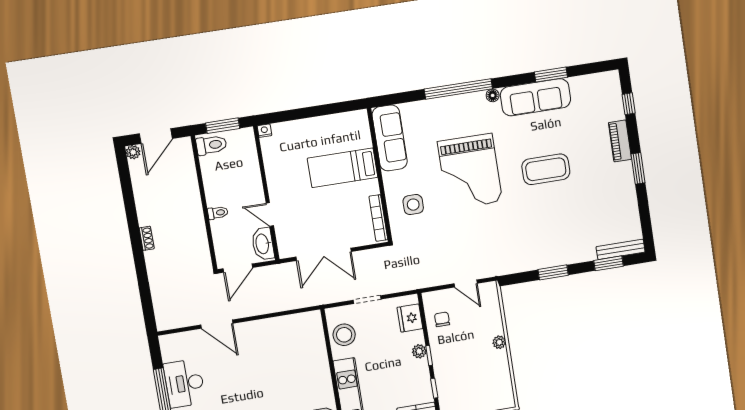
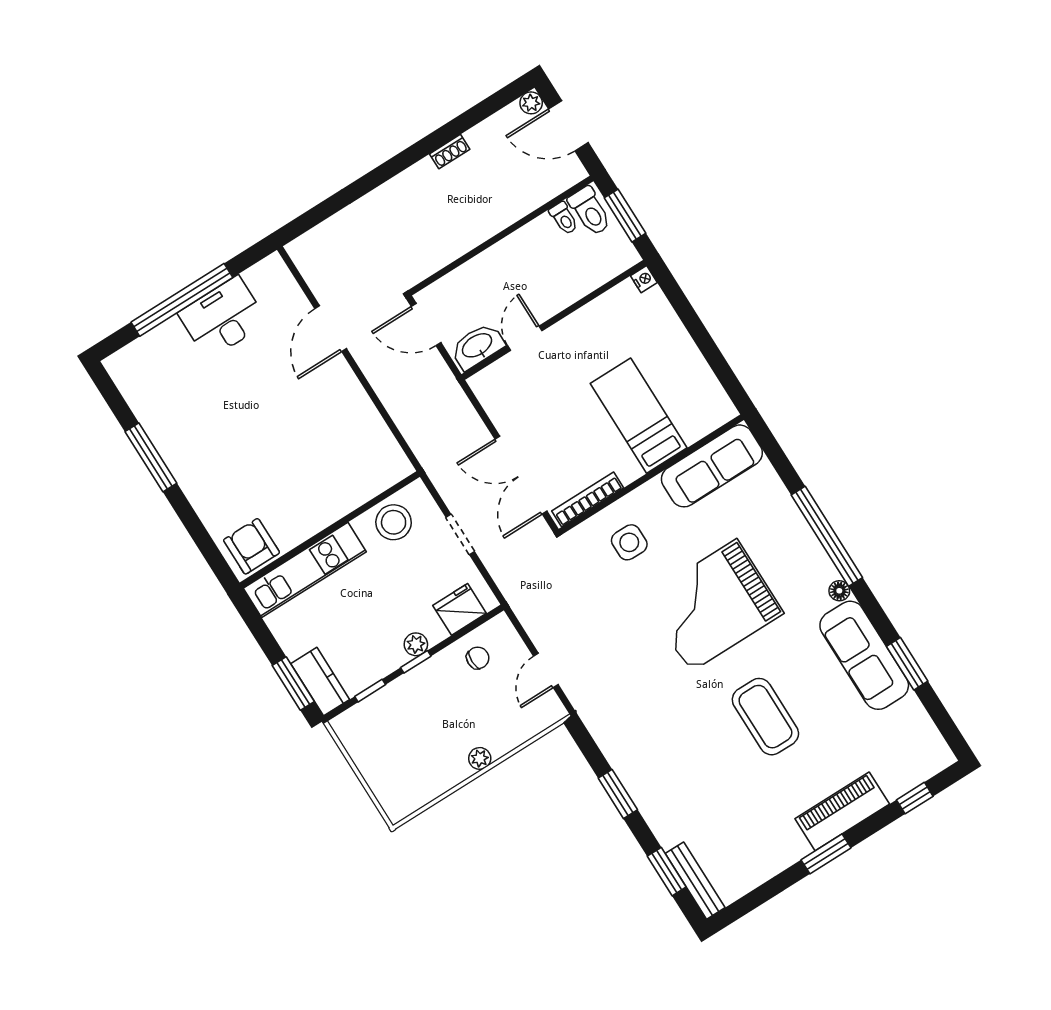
piano: (620, 141) -> (842, 811), width x1.37, depth x1.33
toilet: (218, 213) -> (564, 218), moved
shoe rack: (147, 238) -> (450, 152), moved
double door: (324, 254) -> (521, 475), moved

